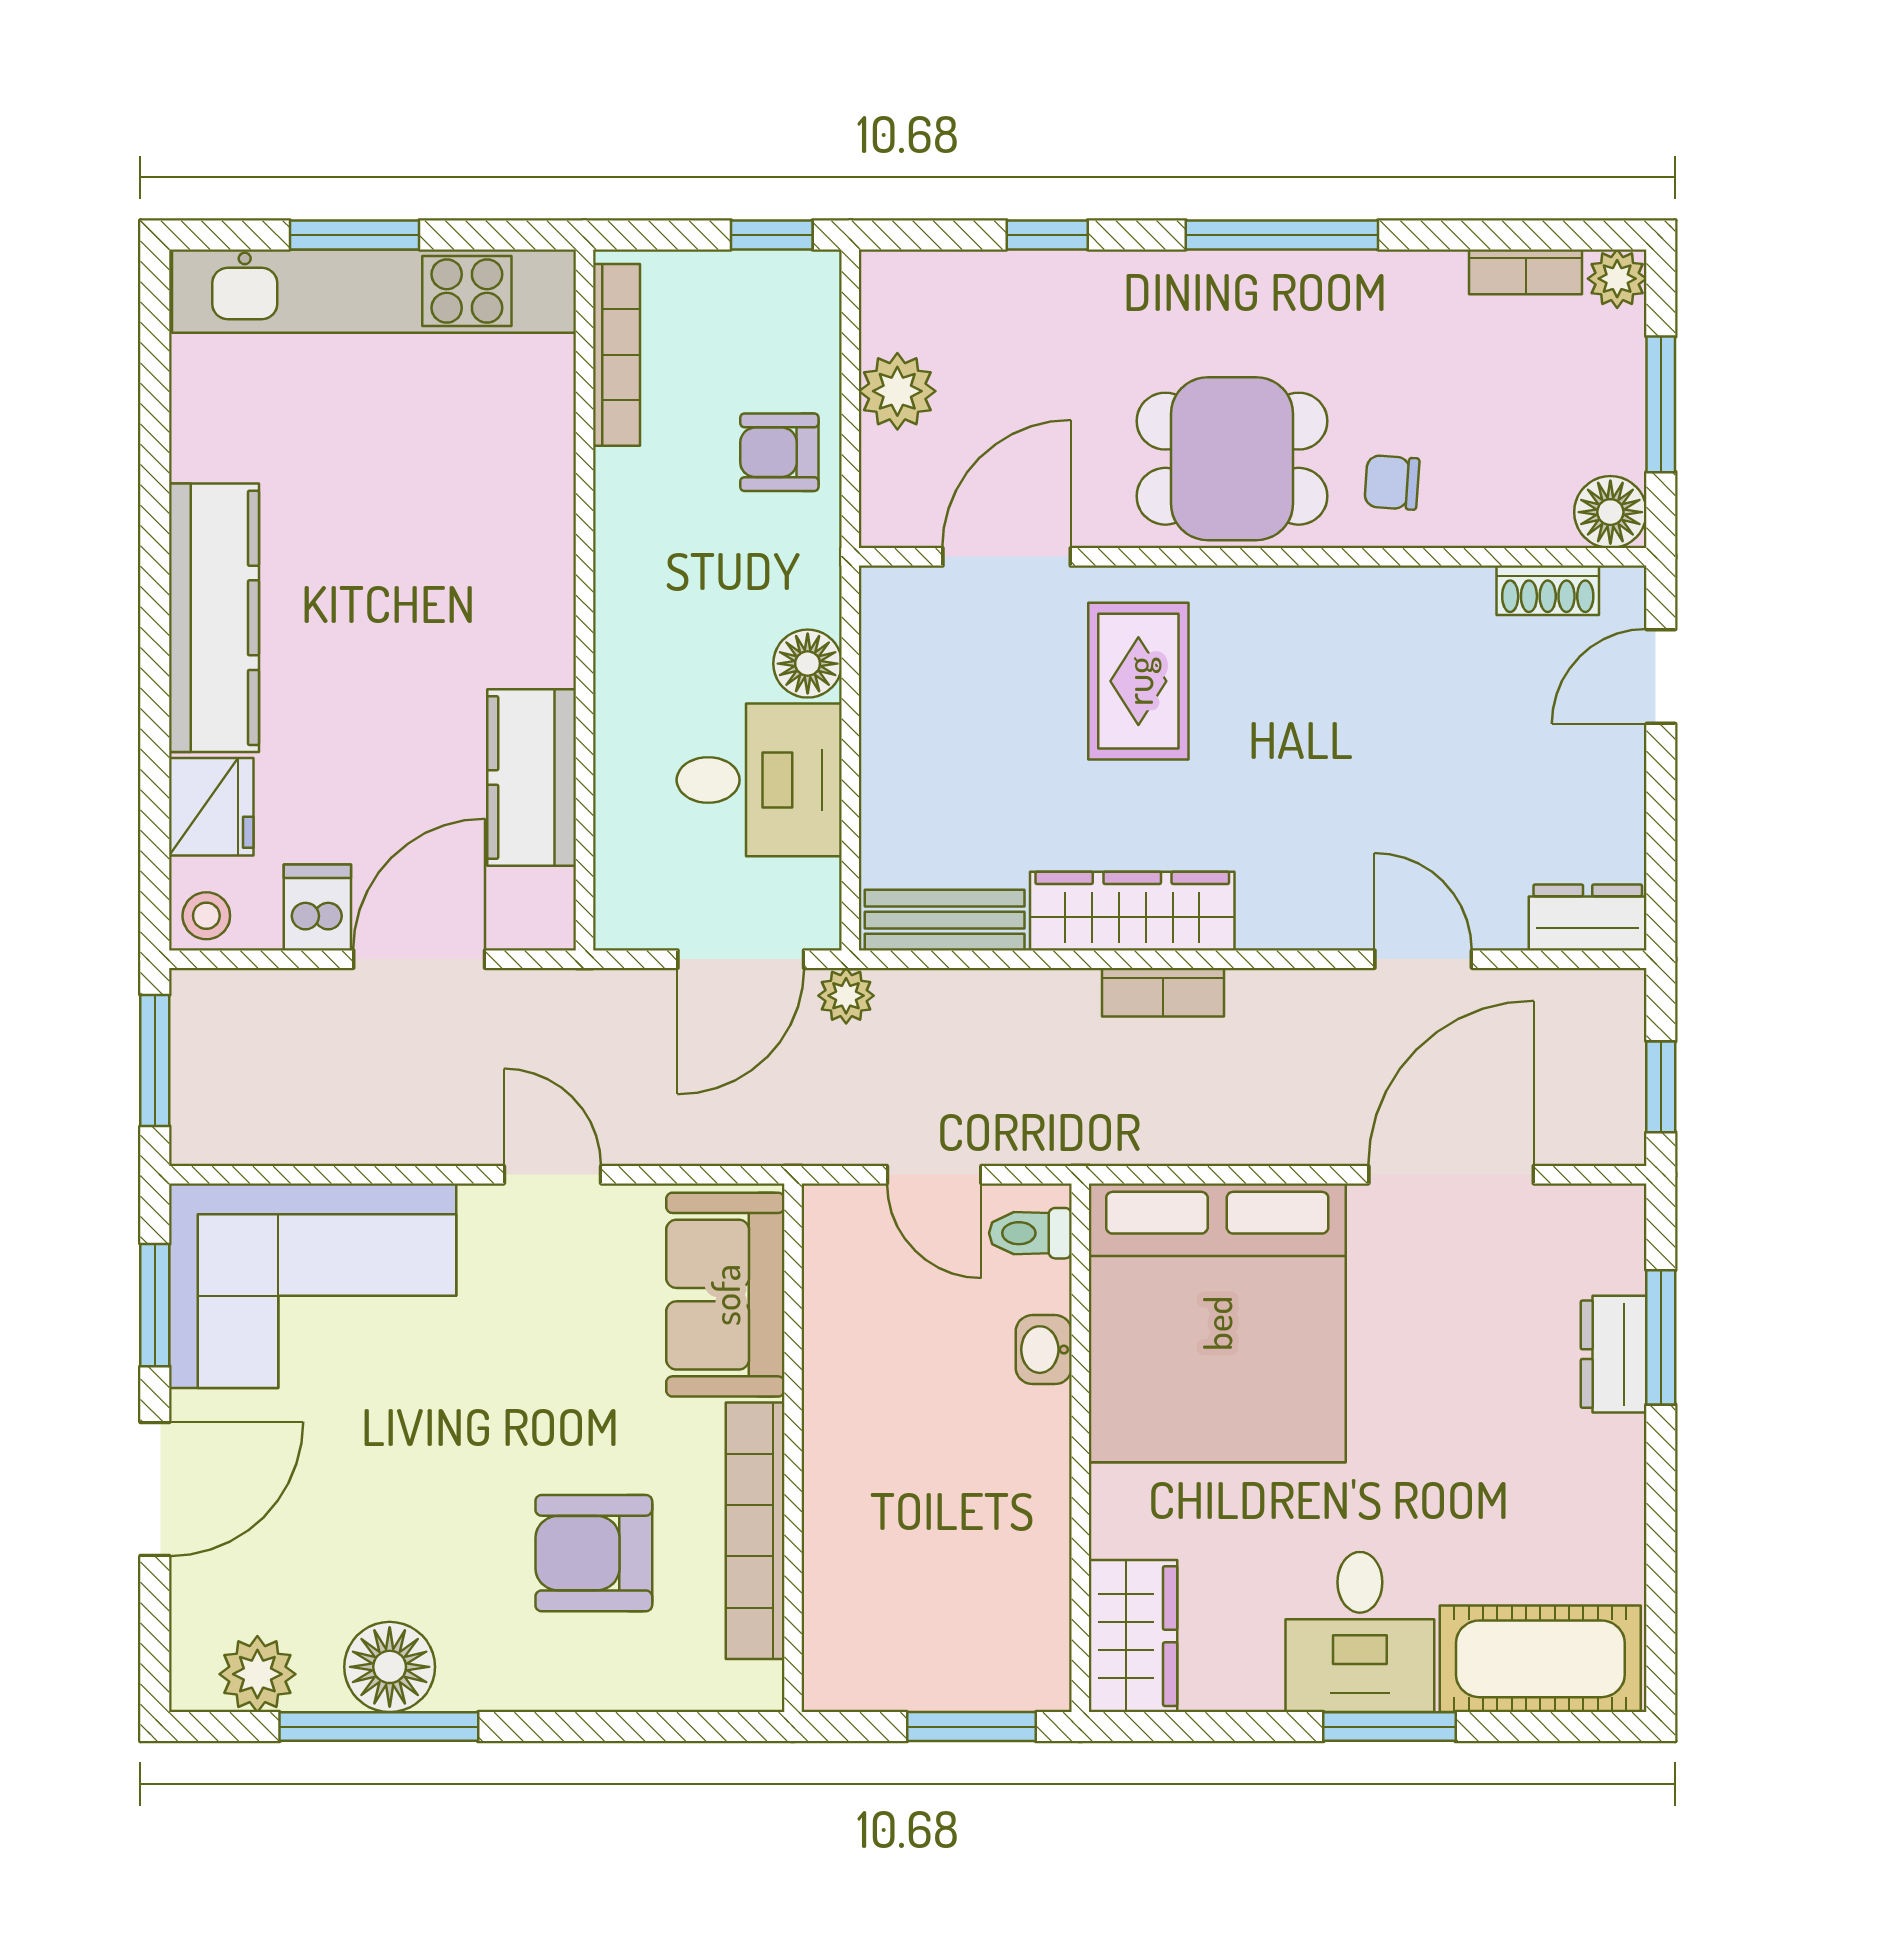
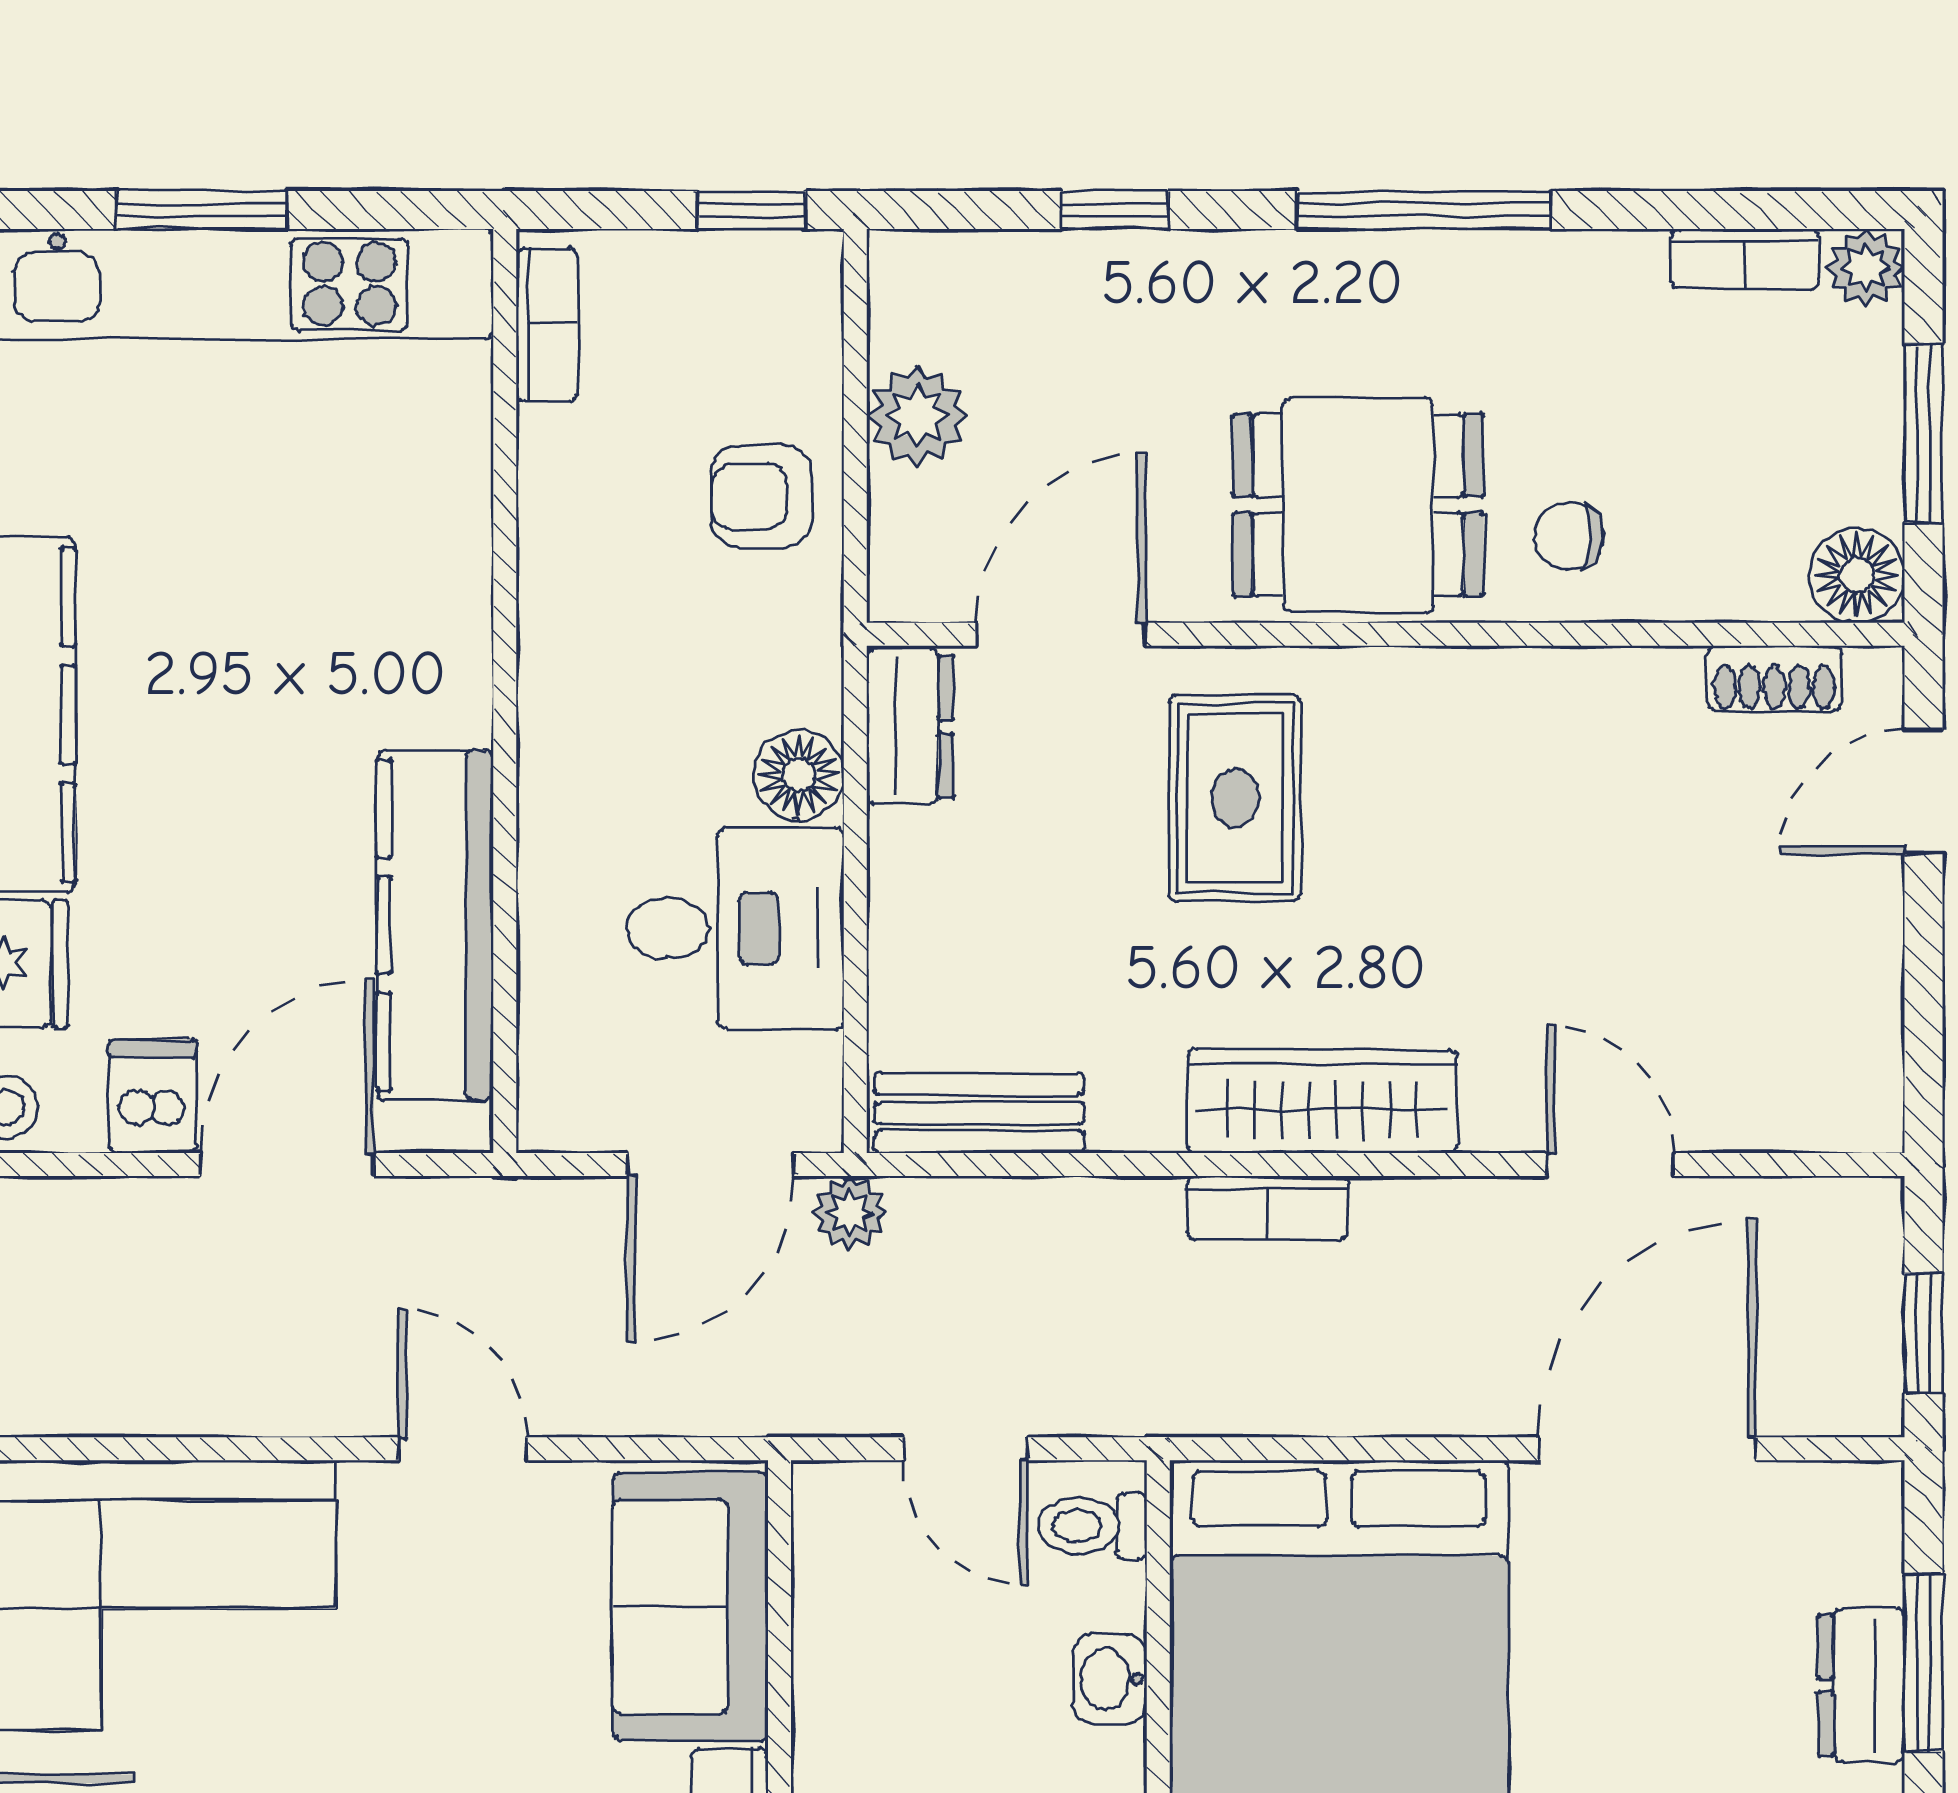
bookcase: (616, 355) -> (547, 325), width x0.64
kitchen counter: (532, 777) -> (435, 925), width x1.50
wardrobe: (1132, 911) -> (1322, 1101), moved
dresser: (1588, 917) -> (910, 727), moved, turned 90

